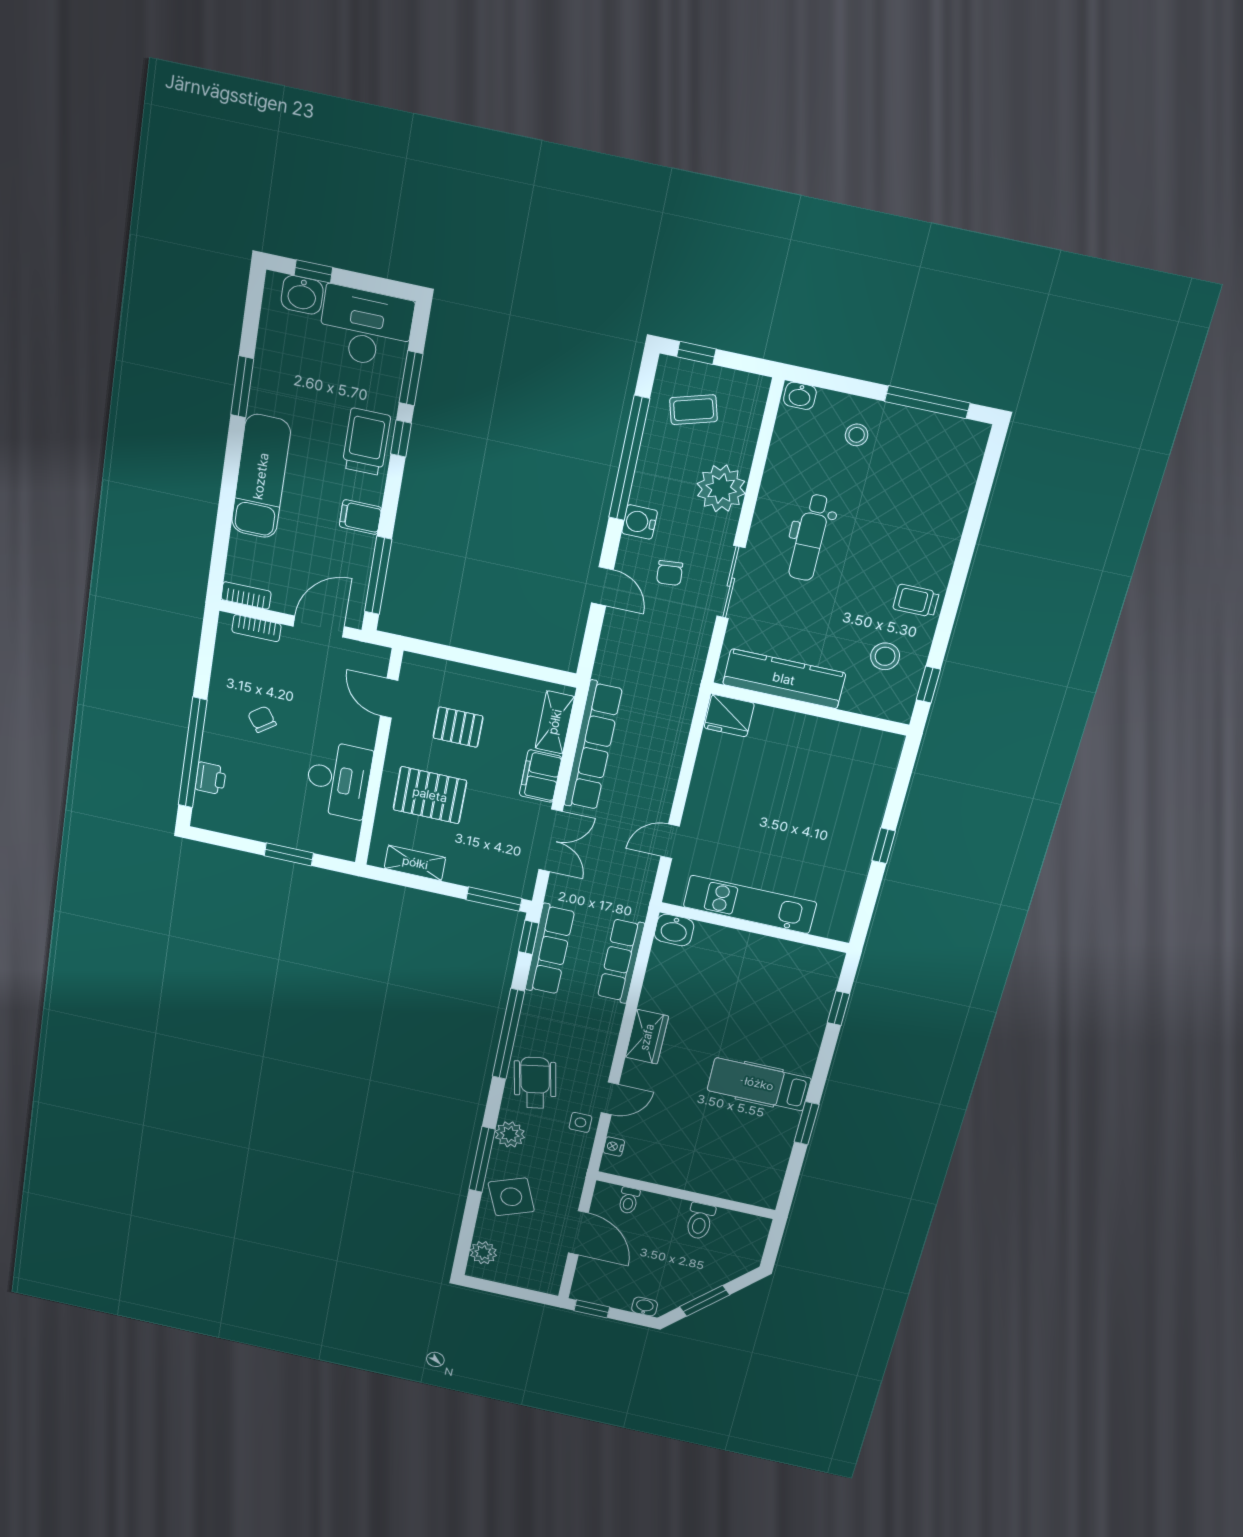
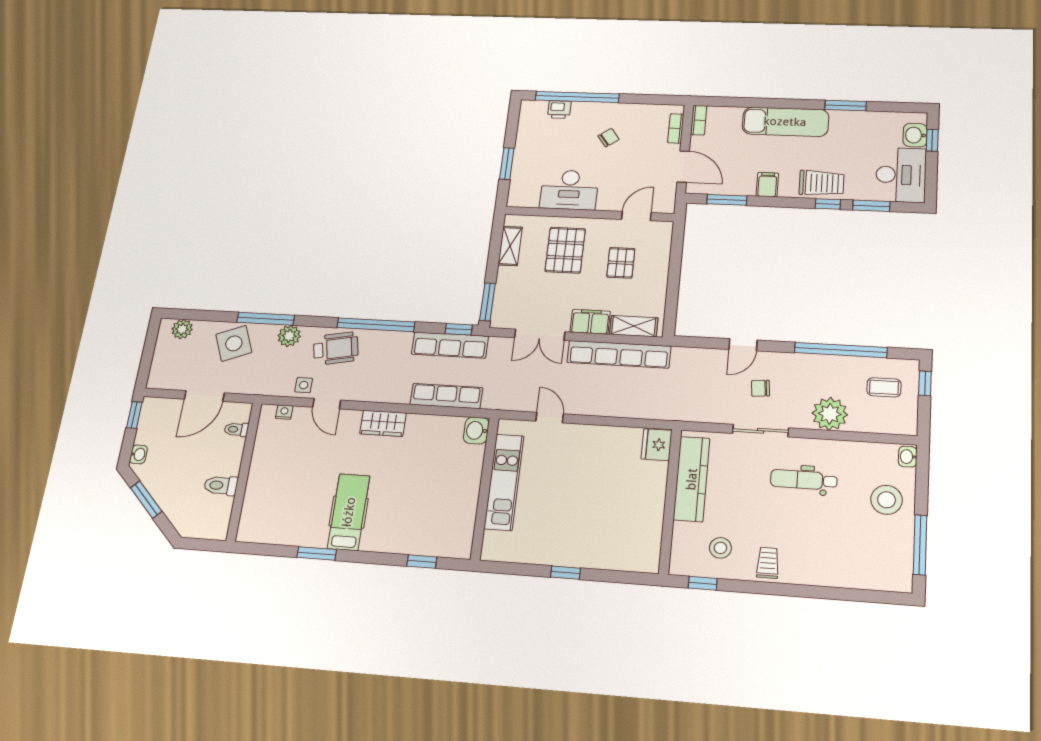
coffee table: (694, 410) -> (884, 387), turned -74
stool: (857, 435) -> (887, 500), width x1.89, depth x1.89
water cooler: (640, 522) -> (795, 363), removed
window: (378, 576) -> (727, 200), width x0.69

